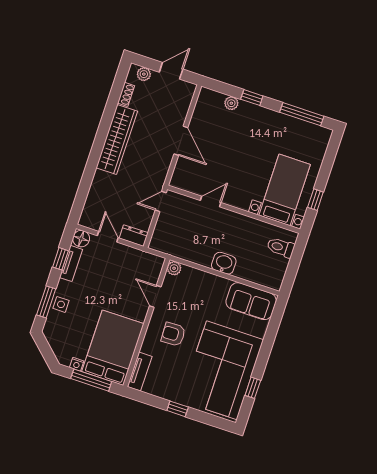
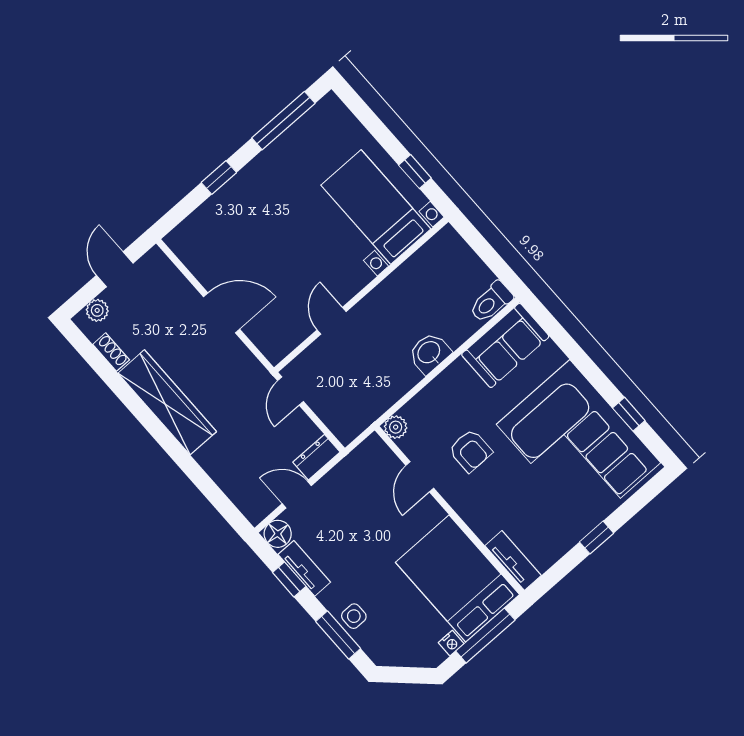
plant: (231, 103) -> (210, 211), removed
toilet: (281, 247) -> (491, 302), moved
door: (155, 296) -> (420, 477), hinge flipped
armchair: (173, 334) -> (470, 451), moved, turned -88

